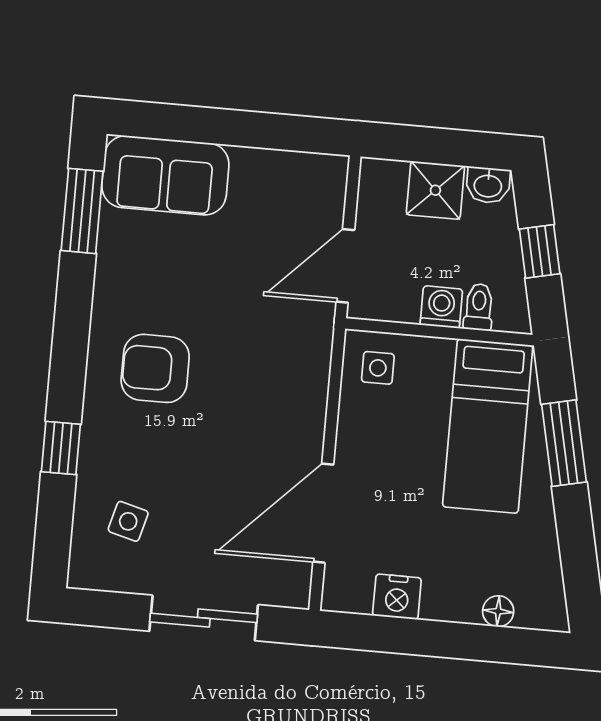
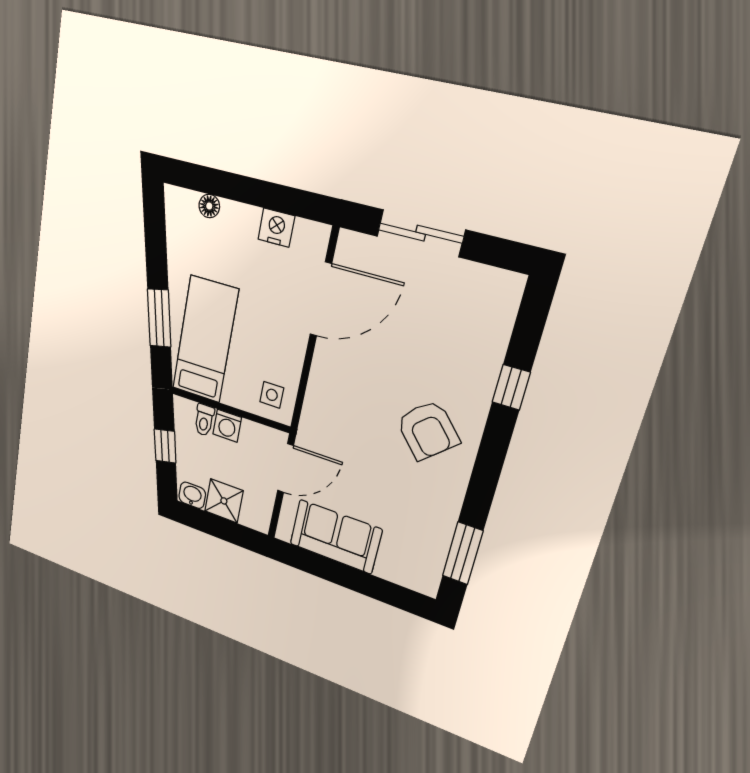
sofa: (165, 175) -> (336, 537), moved
armchair: (155, 368) -> (428, 430), turned 48
side table: (128, 521) -> (468, 320), removed

